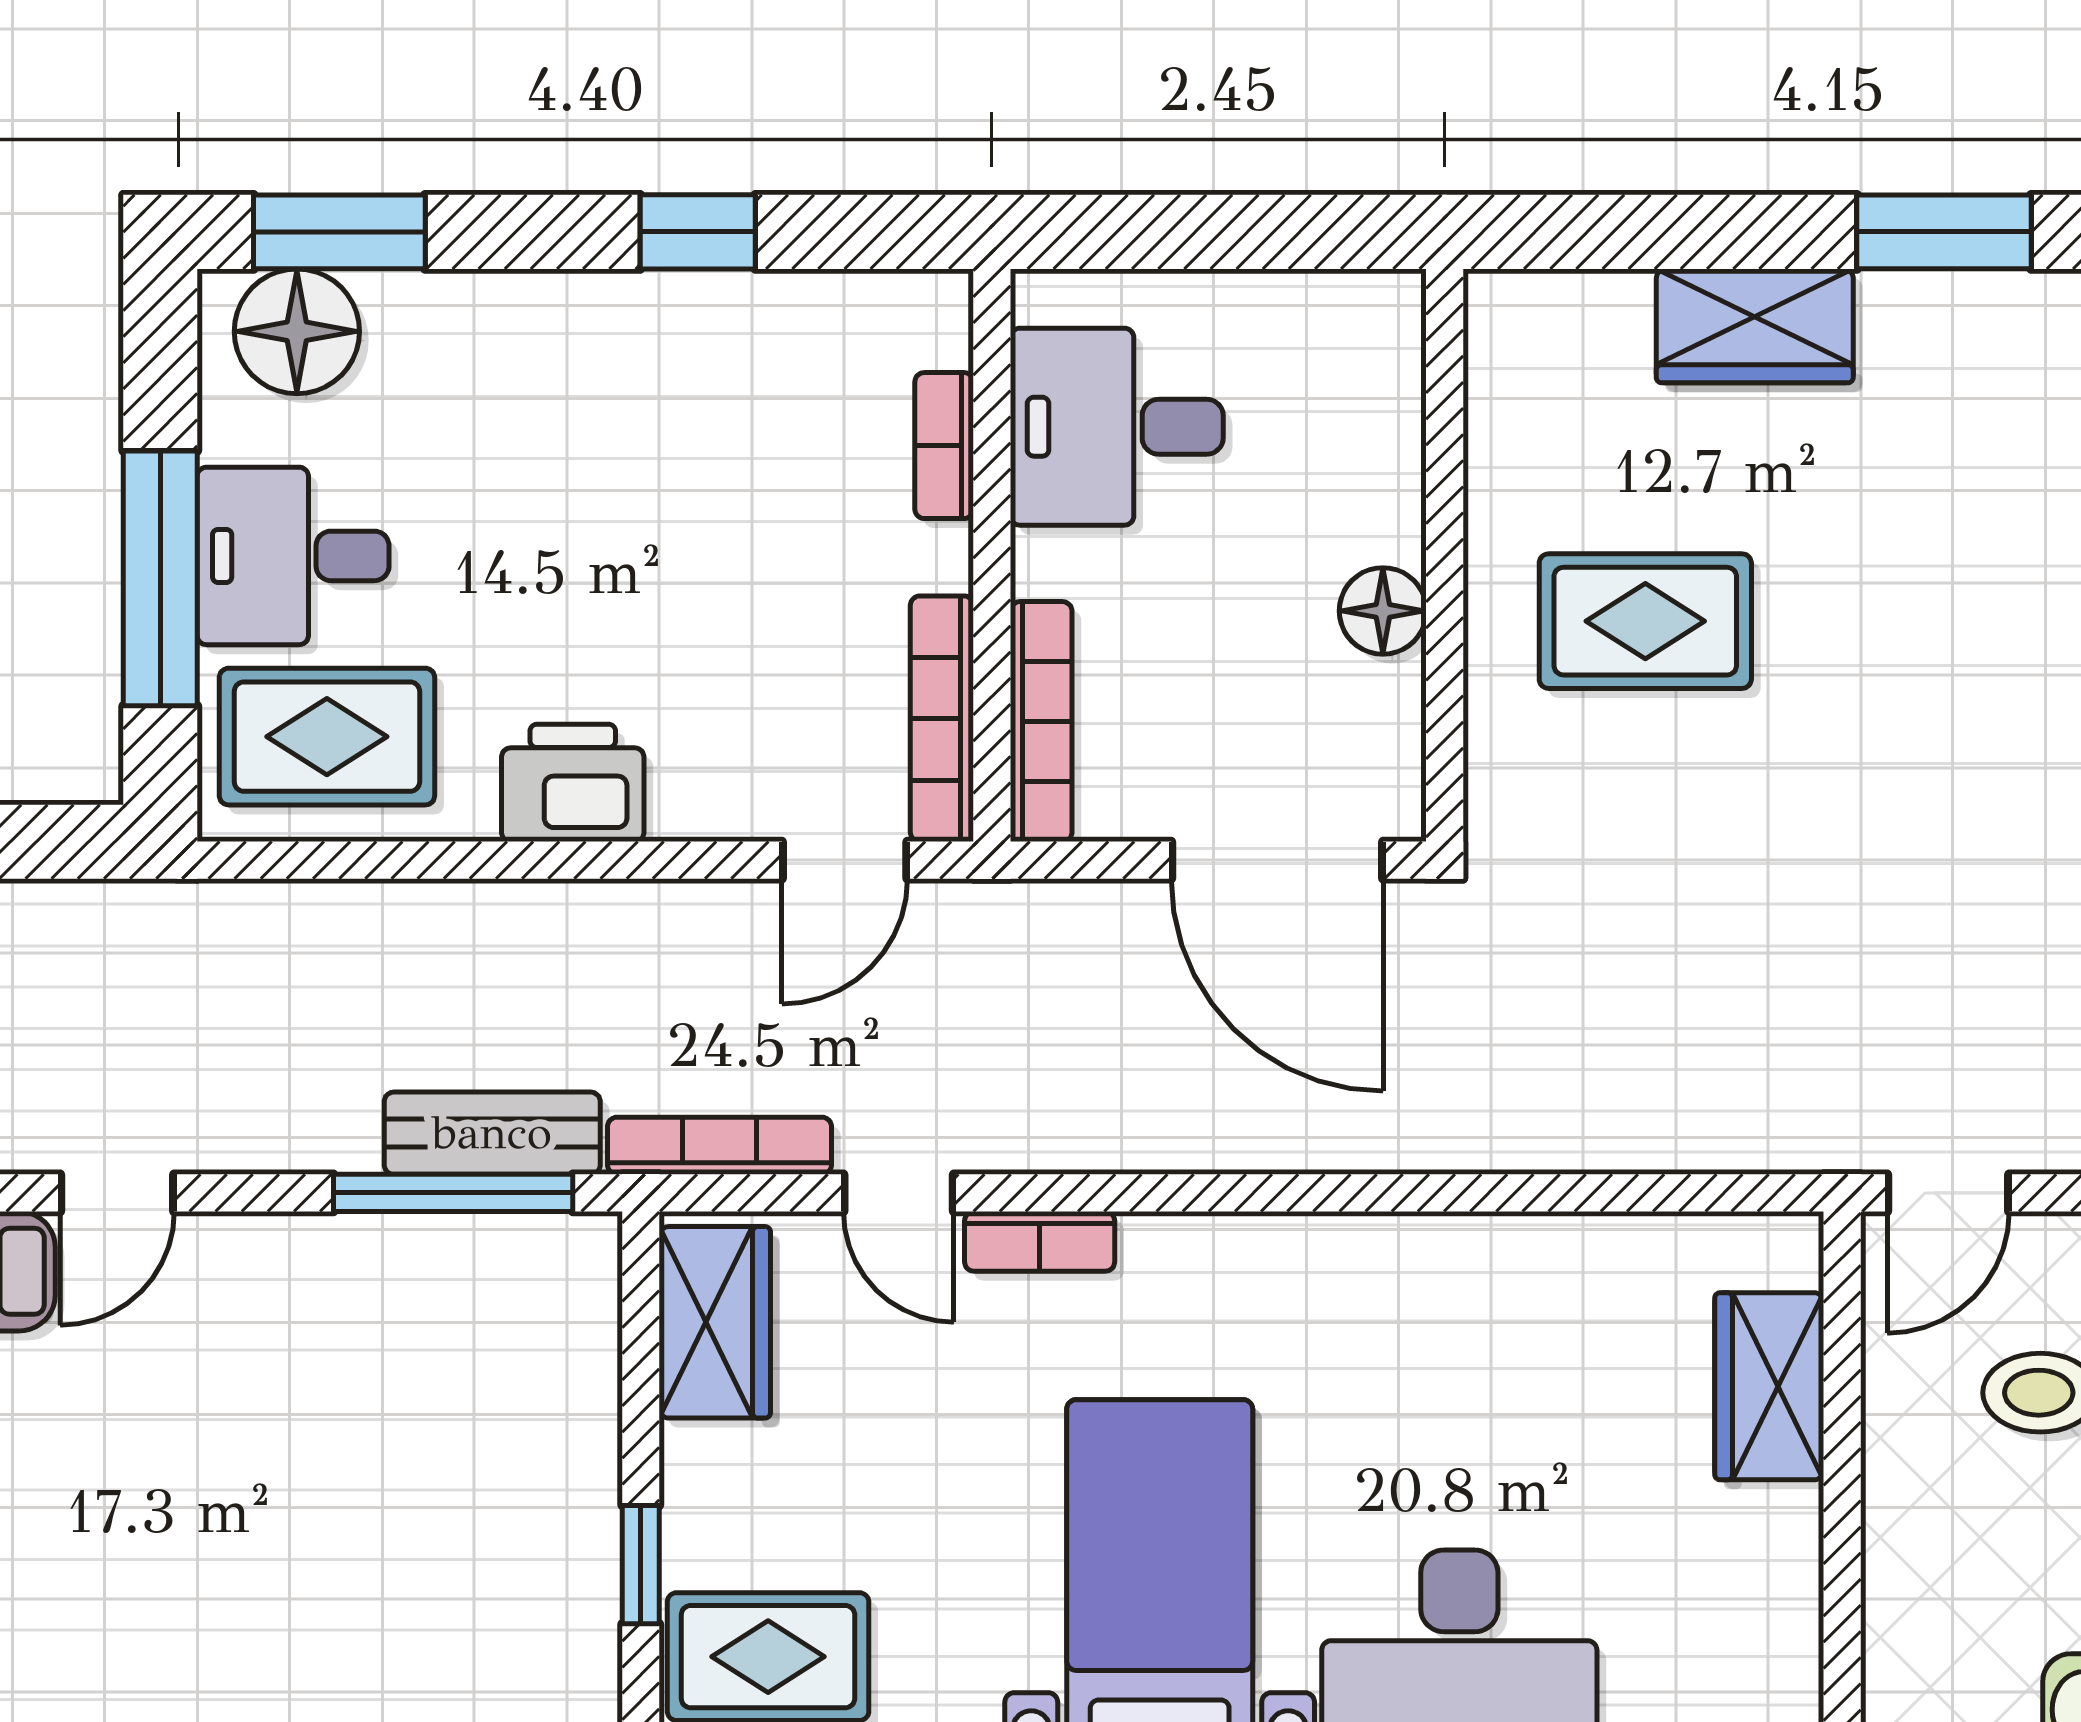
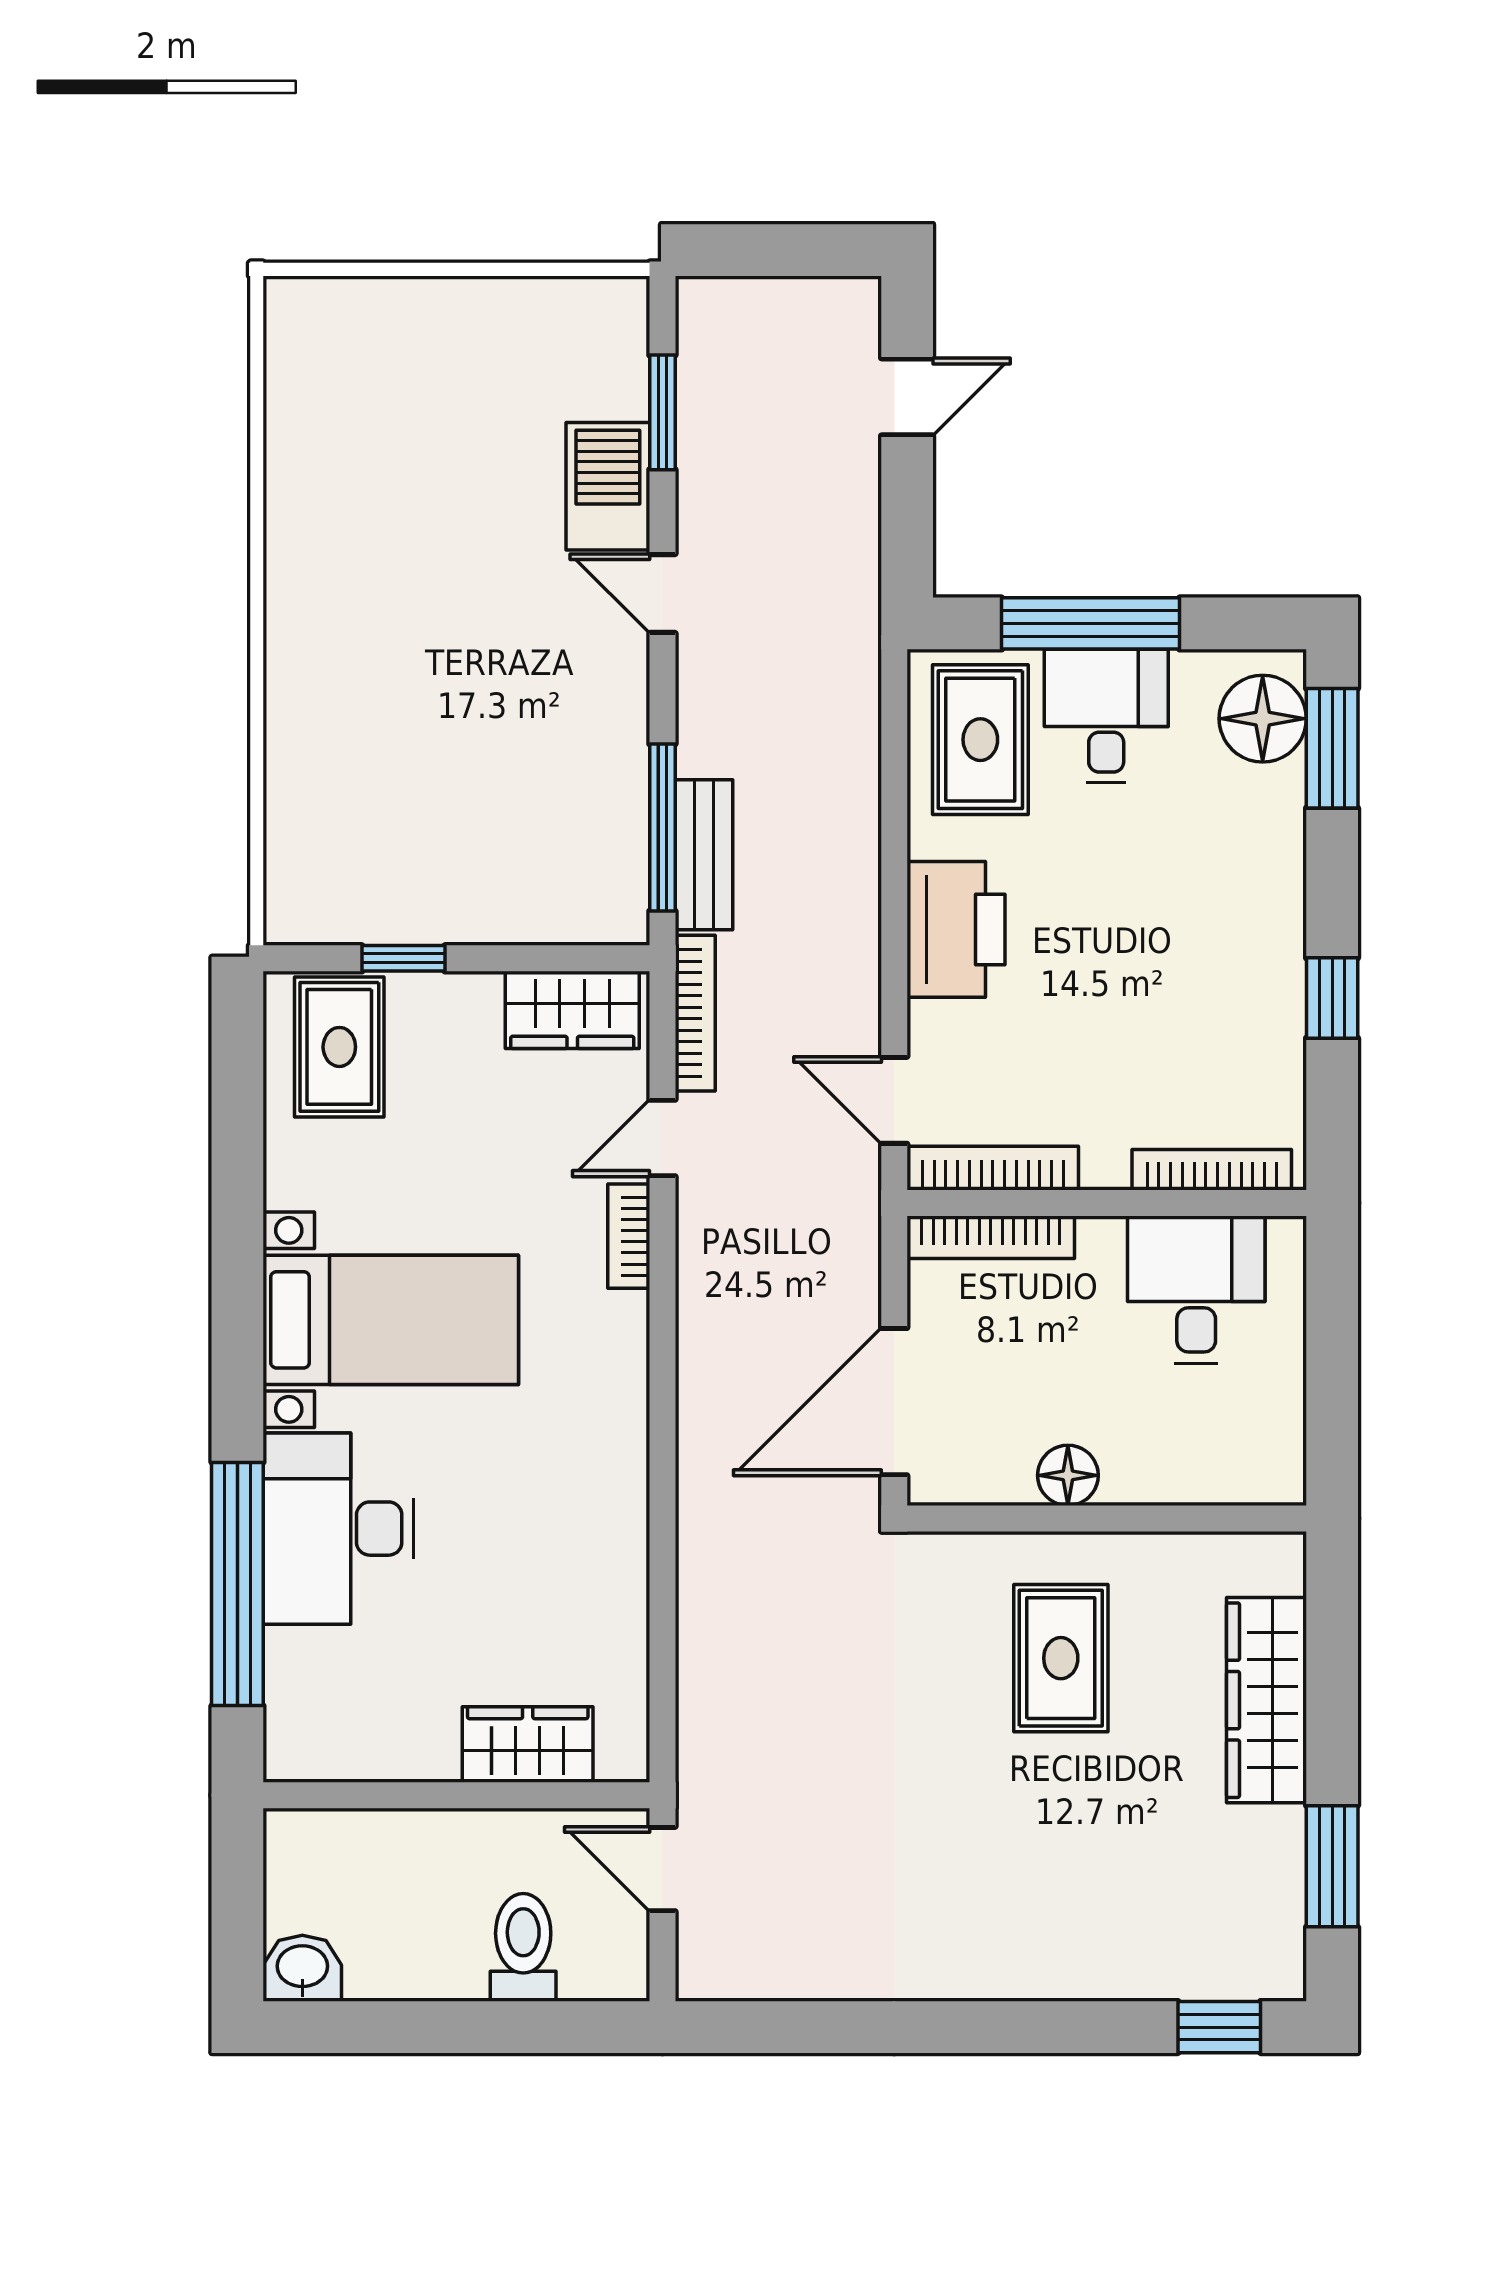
wardrobe: (1755, 326) -> (1266, 1700), width x1.50
bookcase: (944, 446) -> (1212, 1170), width x1.56
printer: (573, 783) -> (956, 929), width x1.37, depth x1.19

